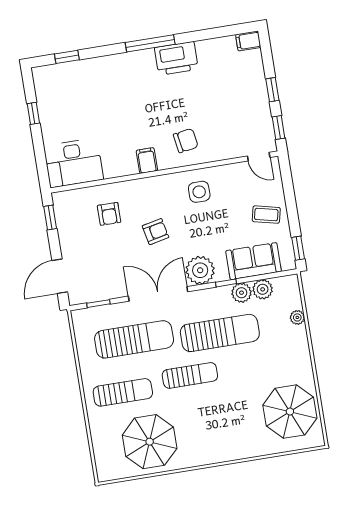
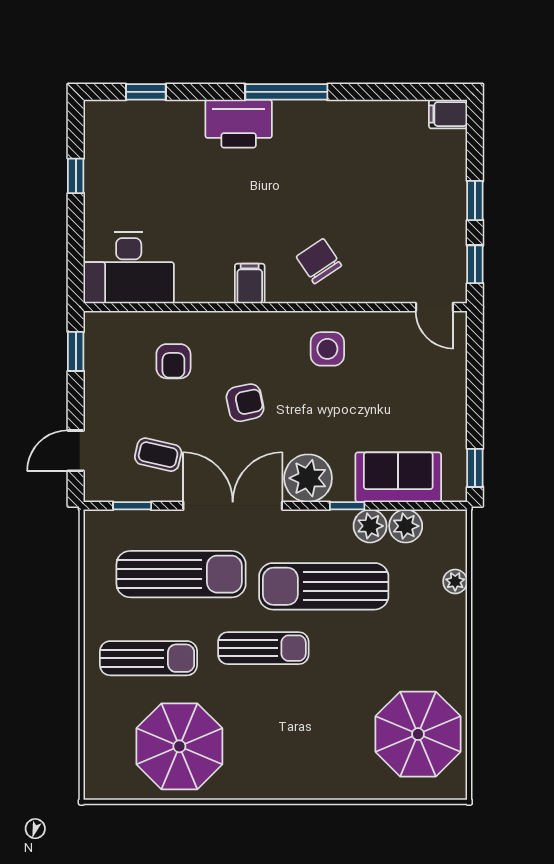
printer: (176, 58) -> (239, 124), moved
chair: (186, 141) -> (319, 261), turned -115
coffee table: (266, 215) -> (158, 455), moved
door: (60, 276) -> (76, 451), width x0.73
sun lounger: (220, 333) -> (324, 586), turned 180

